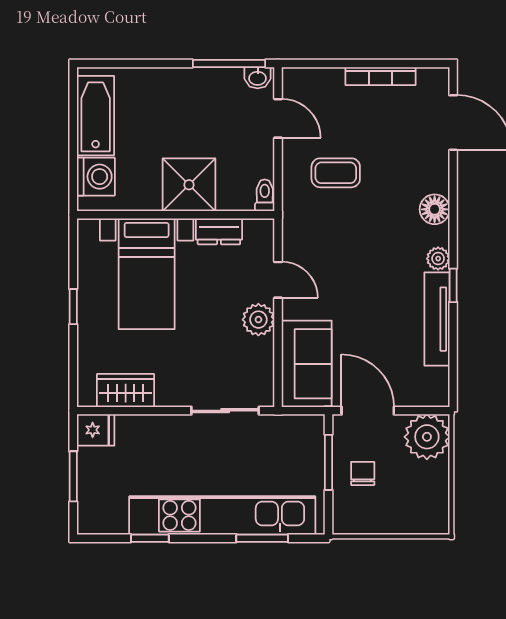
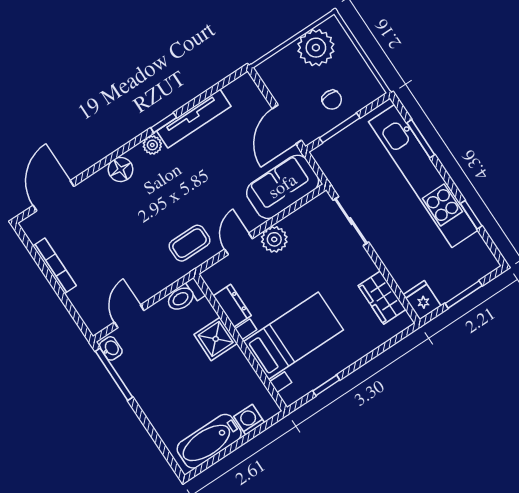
coffee table: (336, 173) -> (189, 243), moved, turned 90
washing machine: (96, 177) -> (249, 420), width x0.73, depth x0.73
shower: (189, 185) -> (216, 339), width x0.73, depth x0.73
toilet: (265, 195) -> (185, 296), width x1.37, depth x1.39
window: (73, 307) -> (326, 385), moved
plant: (427, 437) -> (316, 48), moved
chair: (363, 473) -> (332, 100), turned -90

